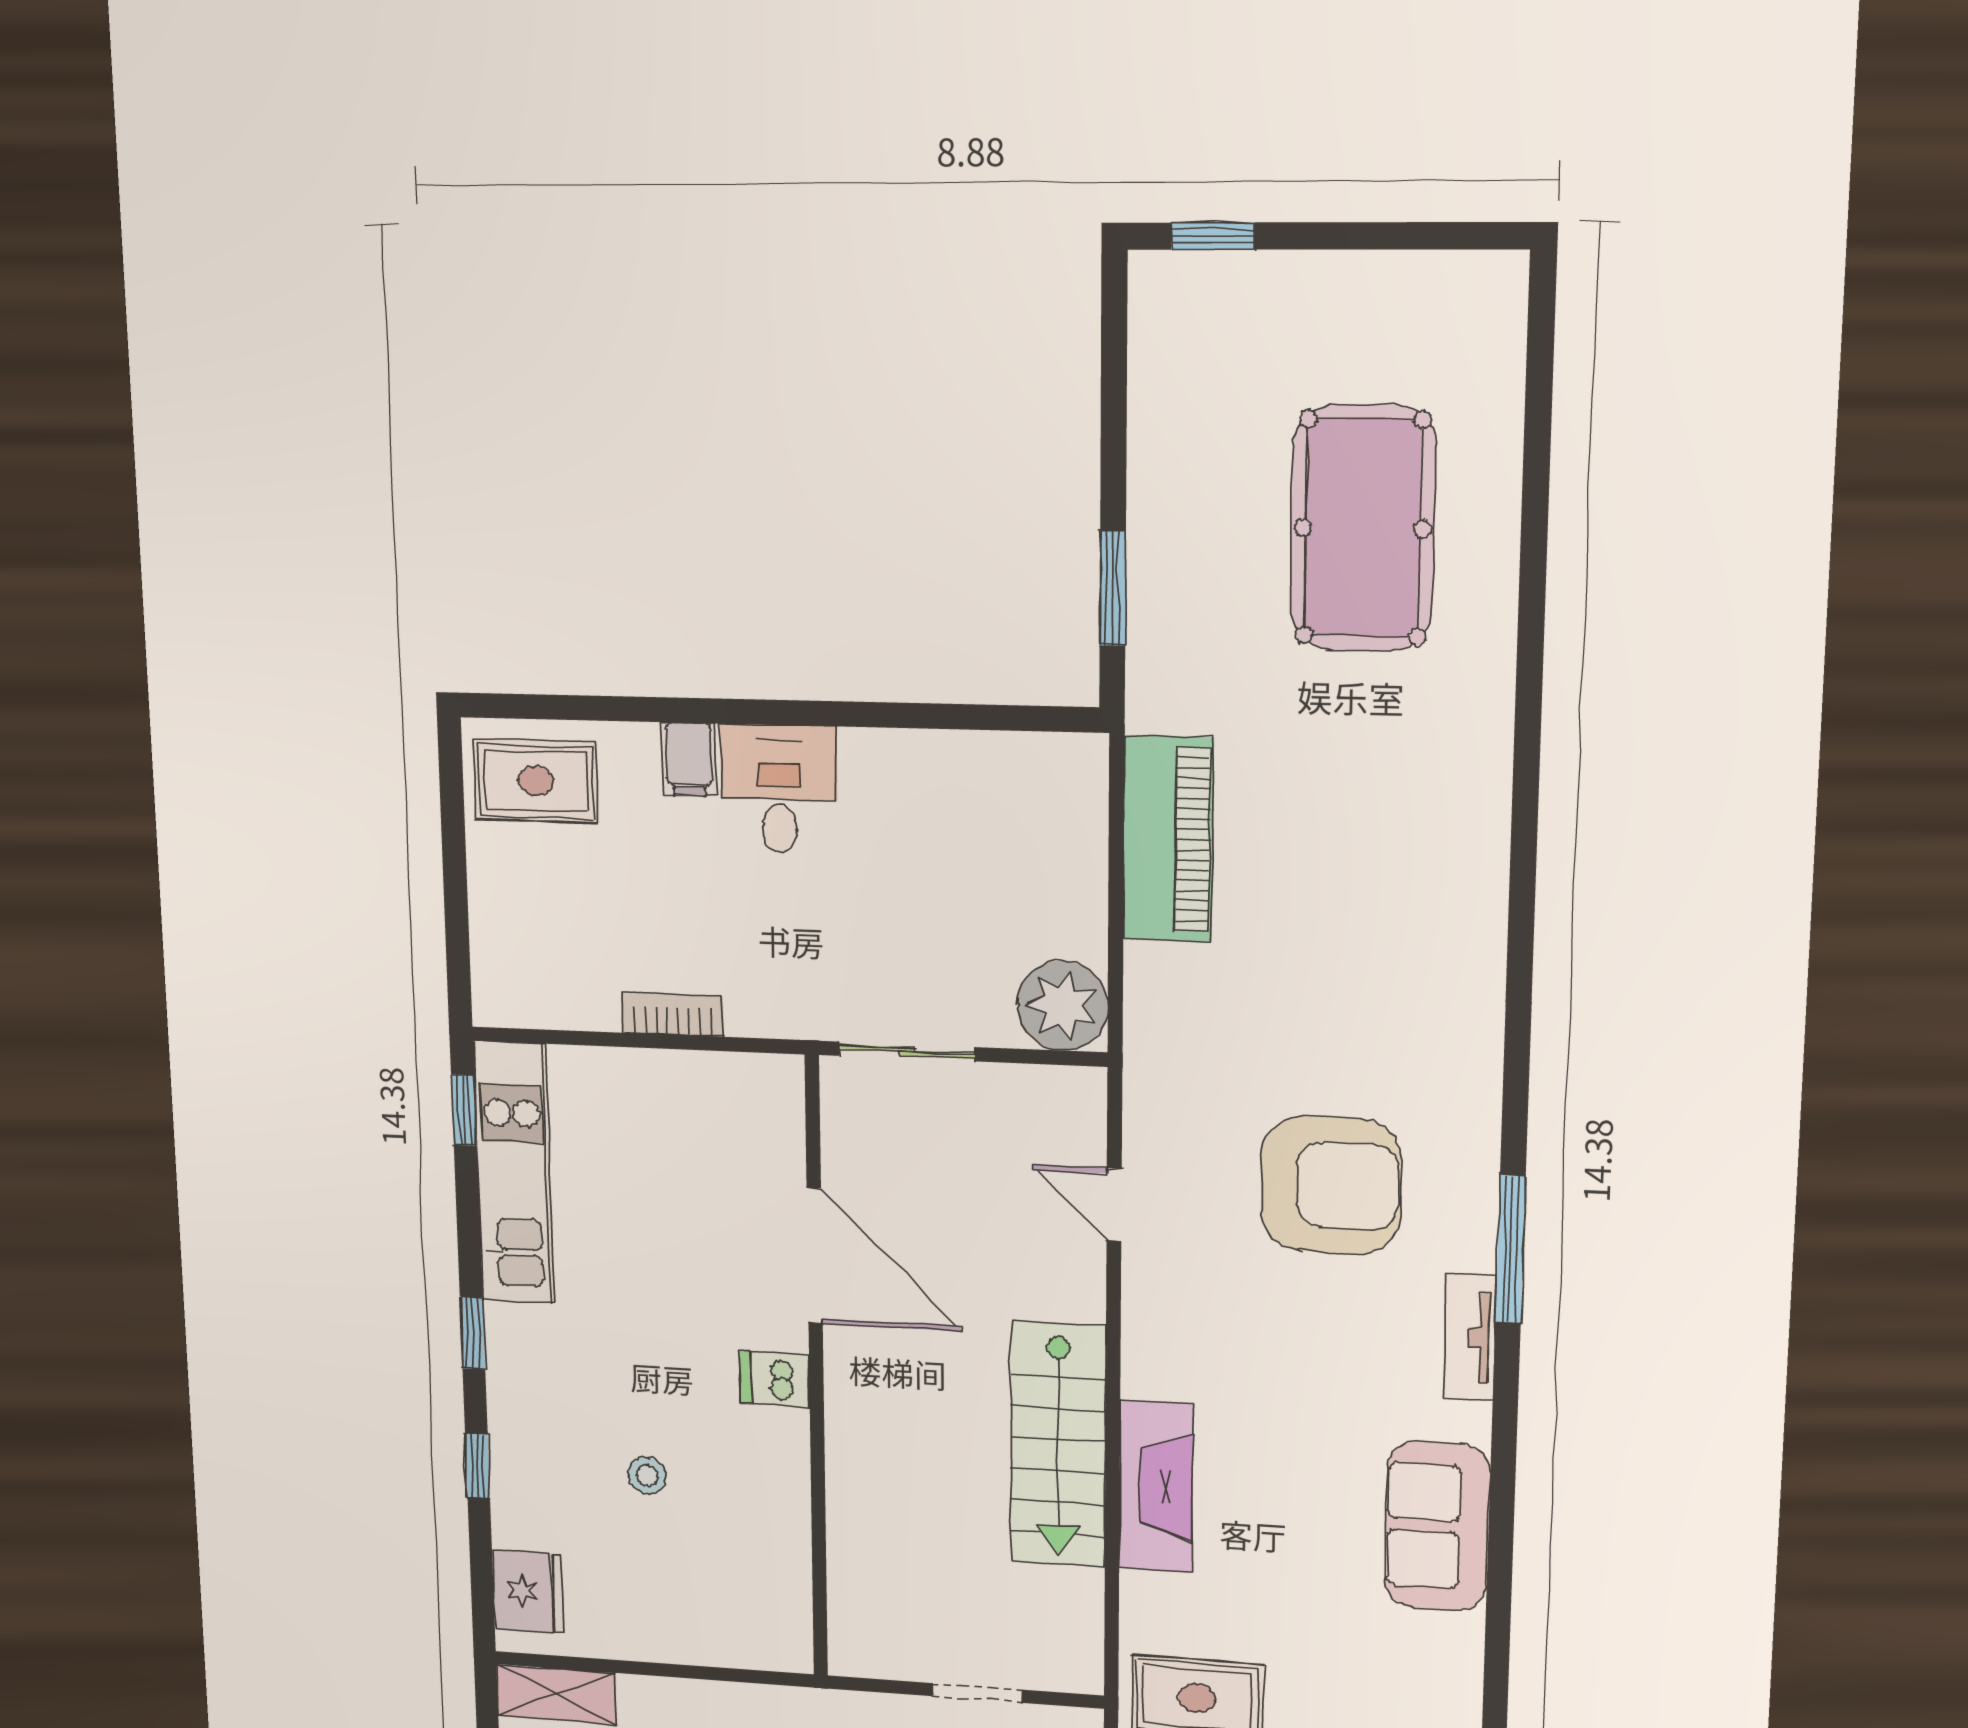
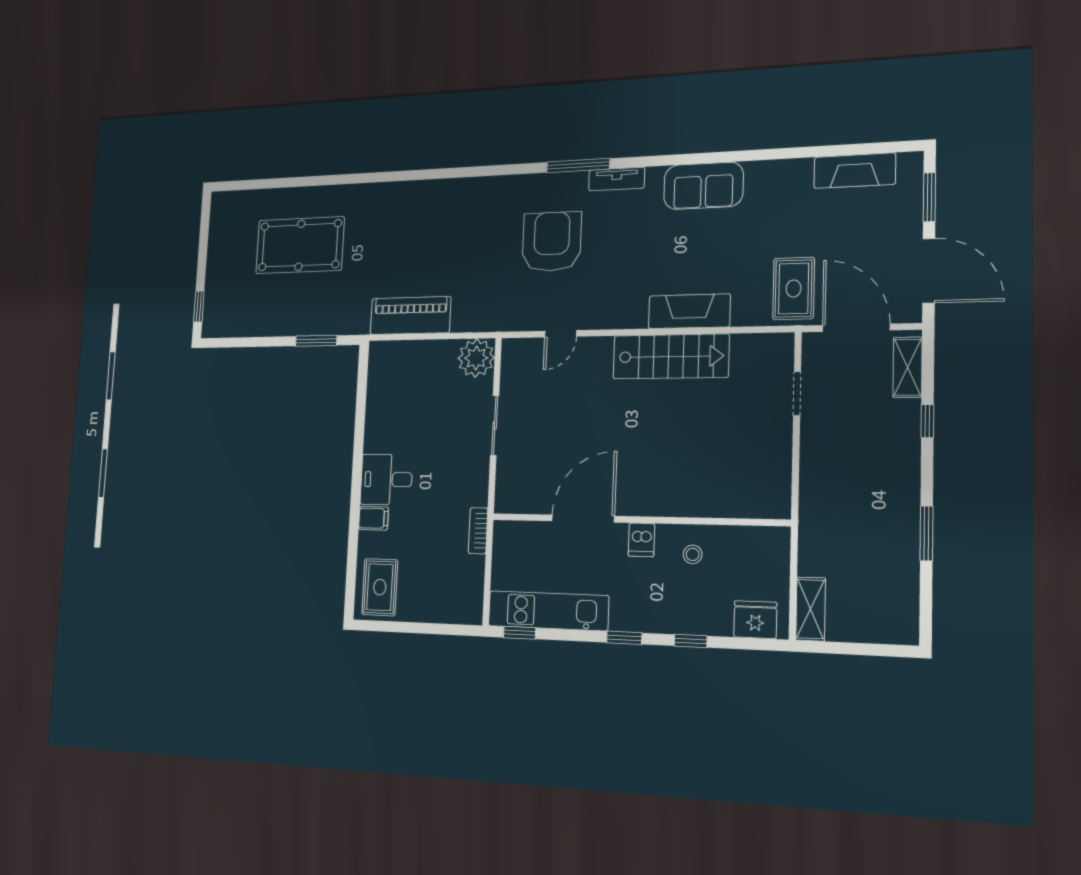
door: (815, 1256) -> (583, 519), moved
wall: (816, 1372) -> (637, 520), moved
dishwasher: (775, 1379) -> (641, 540), moved

